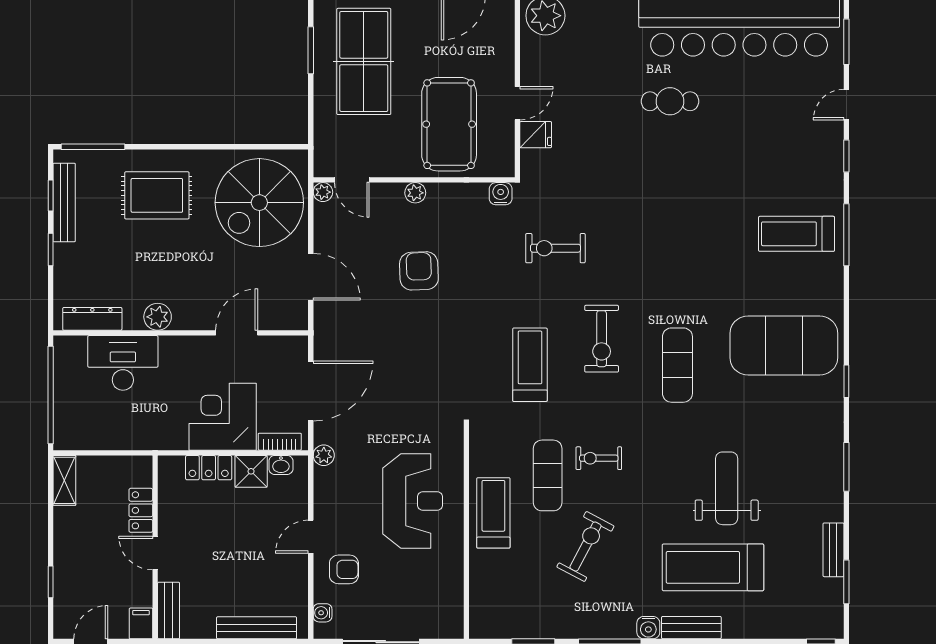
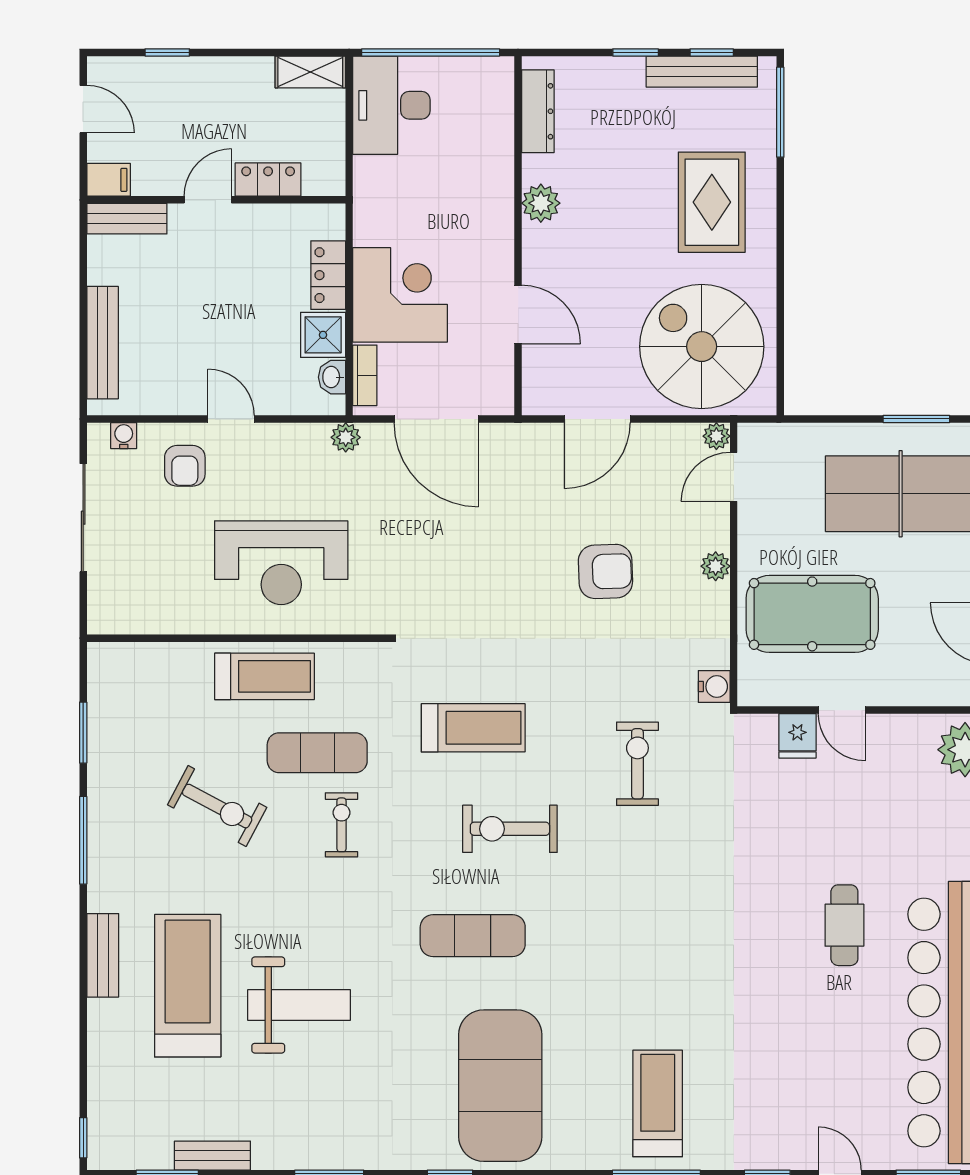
desk: (123, 363) -> (391, 105), moved, turned 180
water cooler: (648, 628) -> (103, 895), removed

